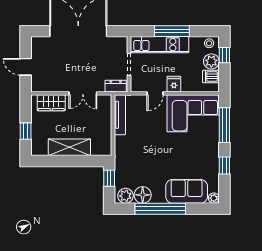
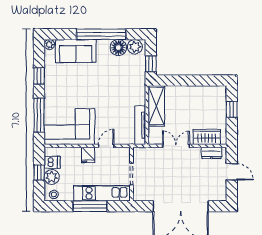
window: (224, 55) -> (39, 173), moved
dresser: (116, 86) -> (211, 153), moved
shelving: (69, 147) -> (156, 106), moved, turned 90

